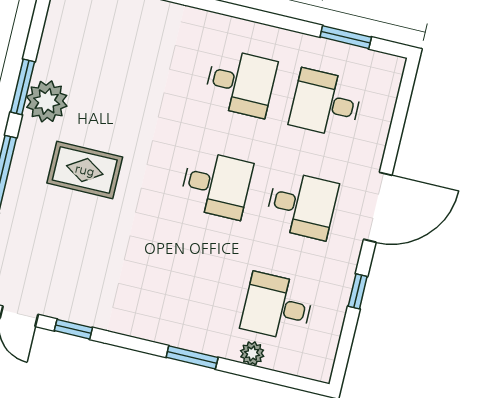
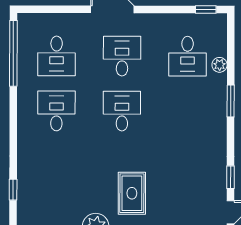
window: (346, 37) -> (13, 53), width x2.11
window: (358, 291) -> (206, 10), moved

